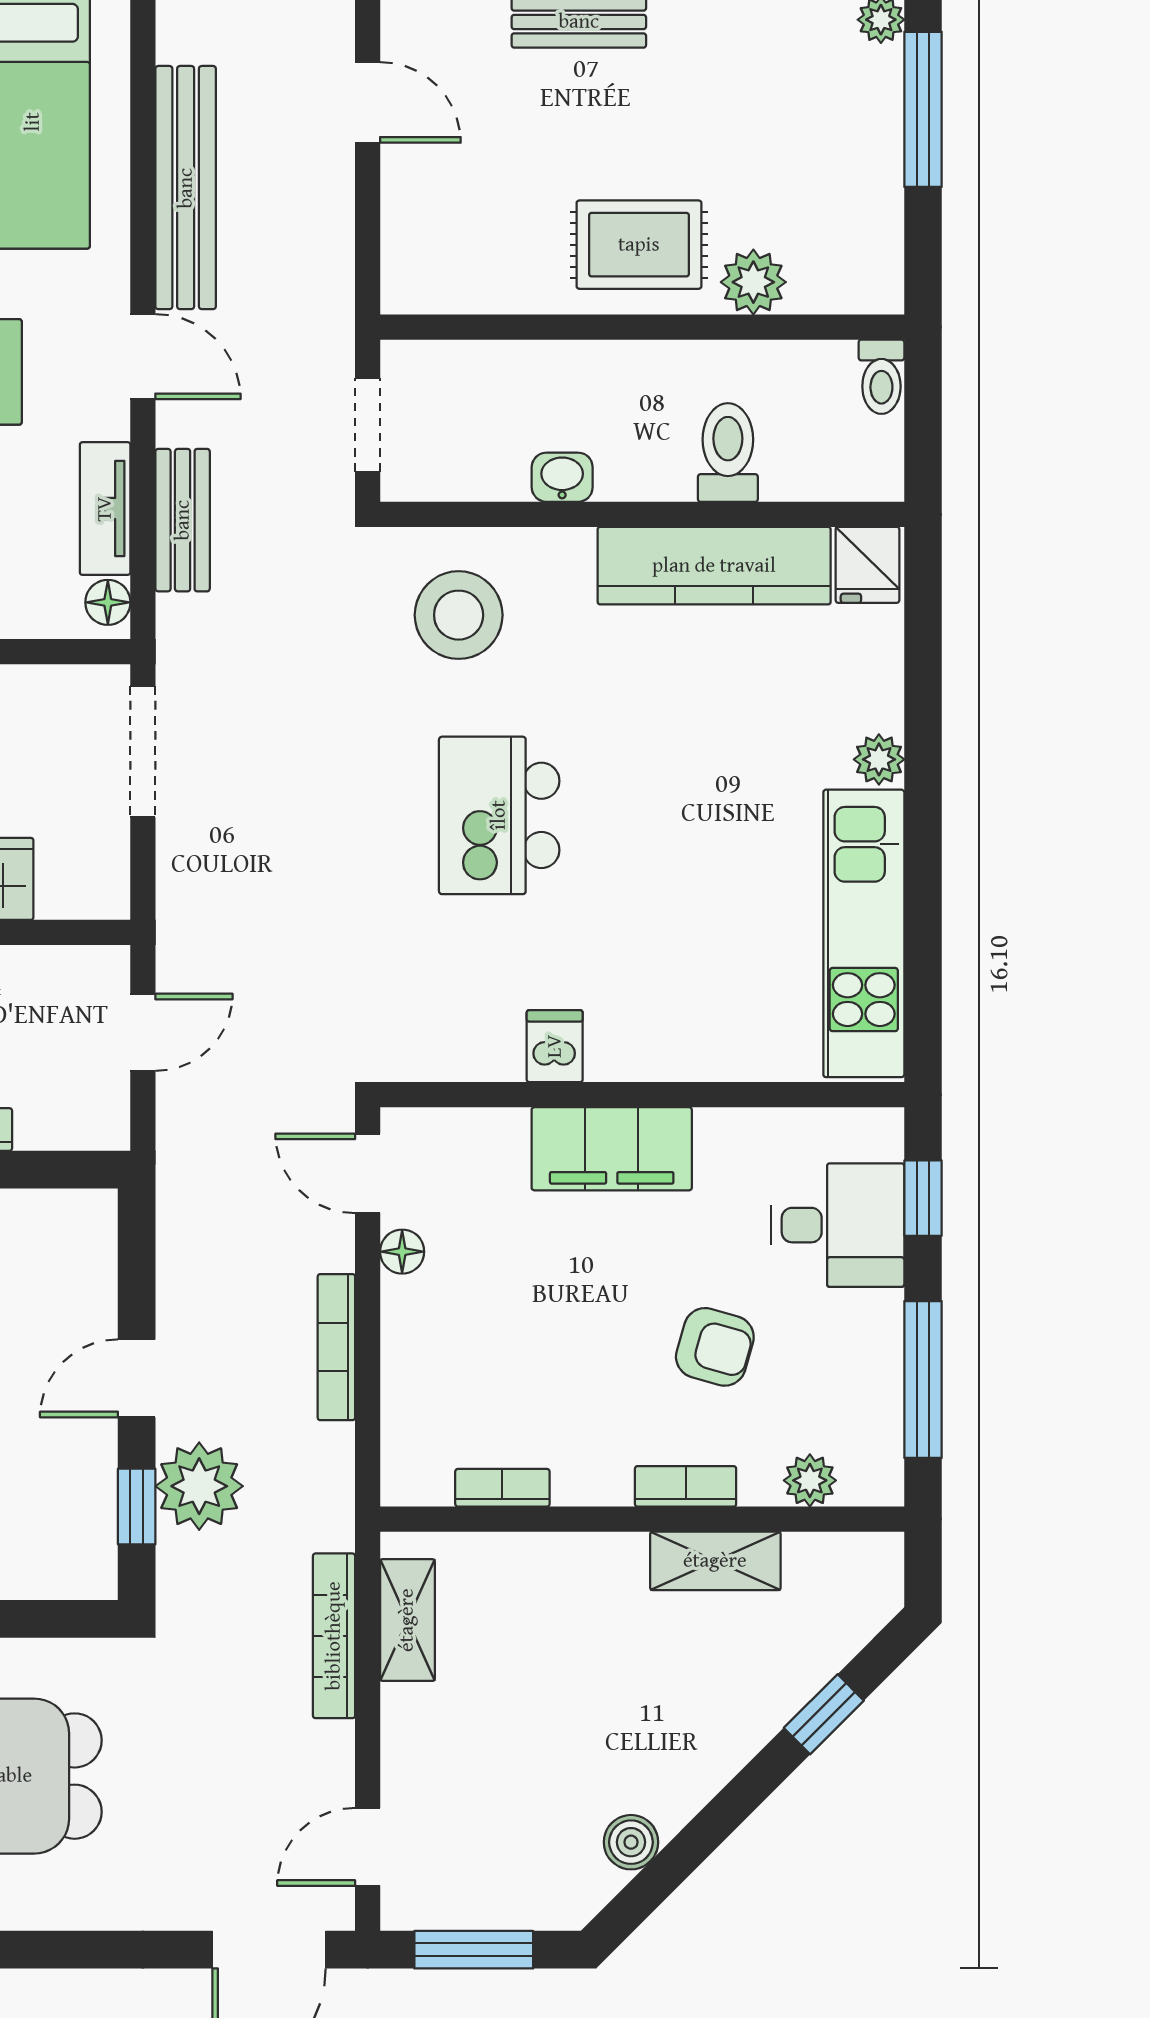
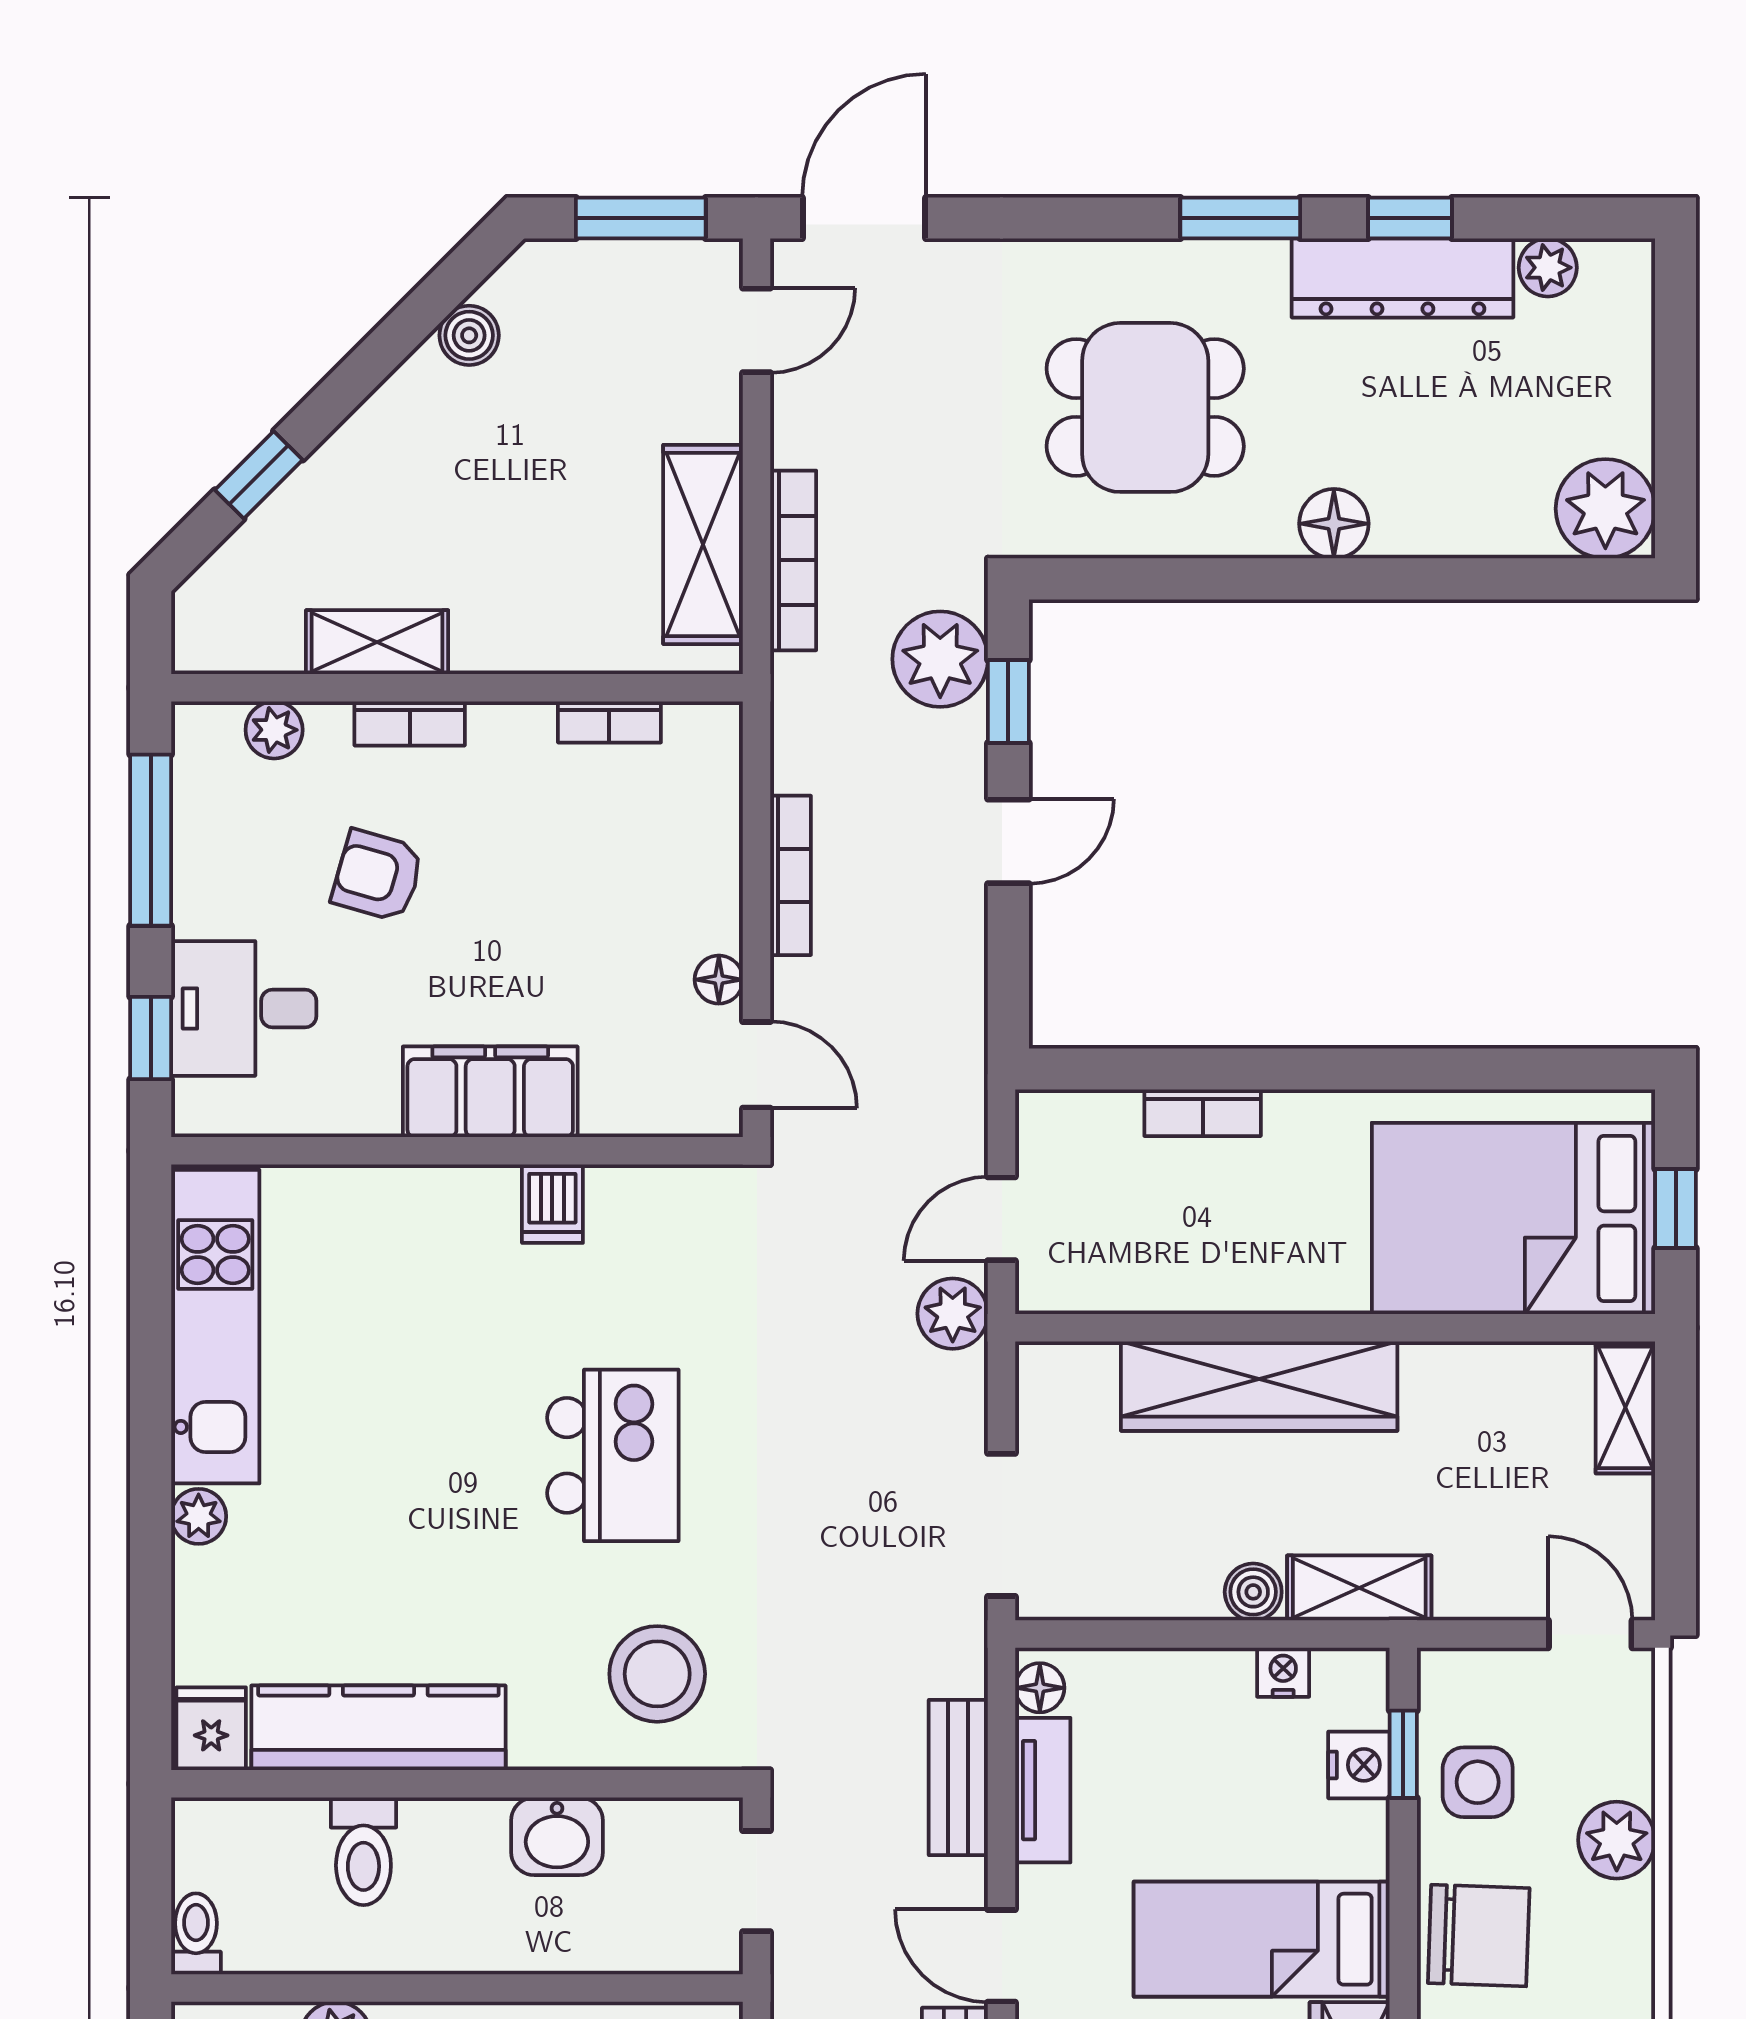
washbasin: (562, 477) -> (557, 1836), width x1.38, depth x1.45
plant: (188, 945) -> (953, 1314), added
plant: (199, 1486) -> (940, 659), moved
shelving: (407, 1620) -> (703, 544), width x1.50, depth x1.33

